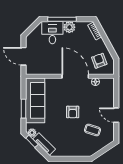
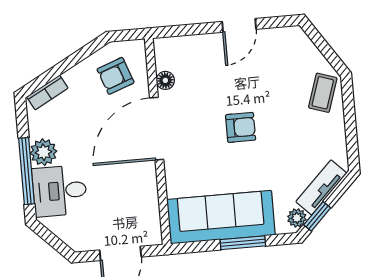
coffee table: (93, 130) -> (323, 93), moved

